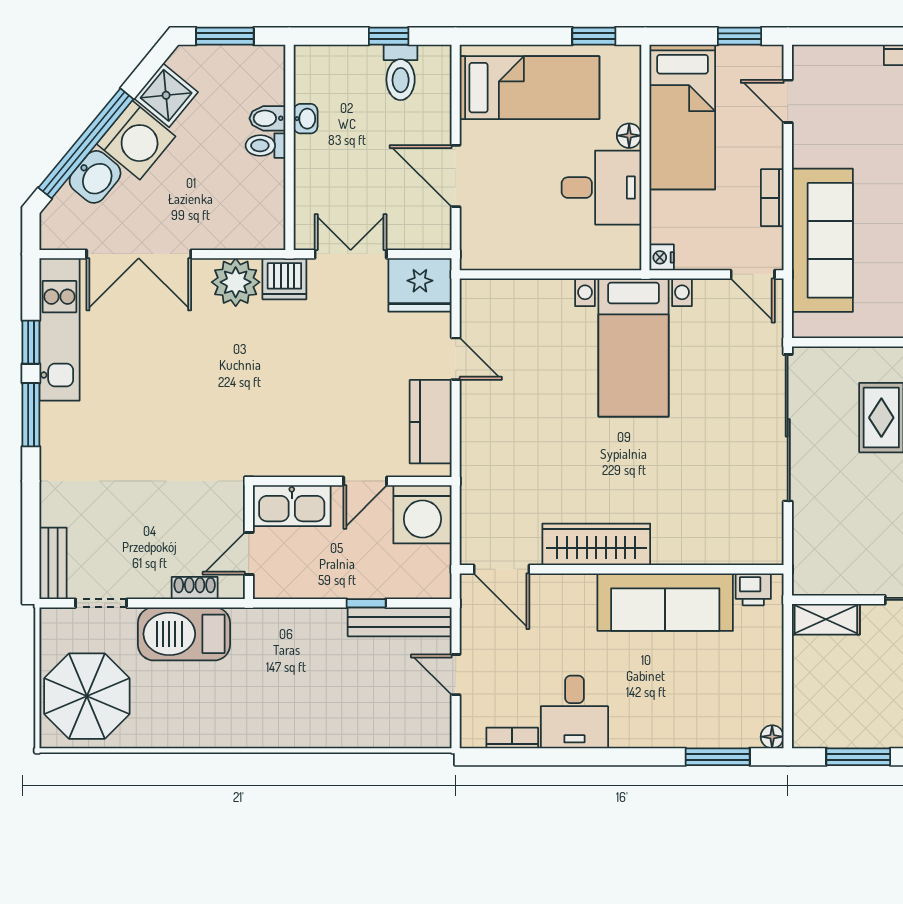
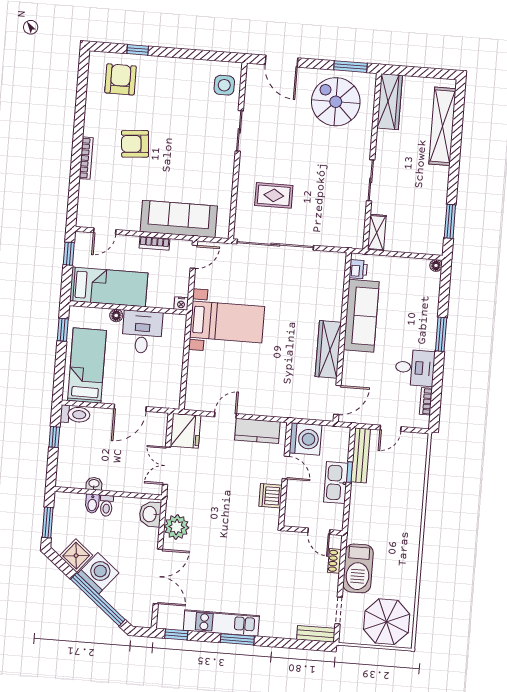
toilet: (401, 72) -> (75, 414), moved
washbasin: (95, 177) -> (150, 514), moved, turned -129
dishwasher: (284, 279) -> (271, 496), moved, turned 180
kitchen unit: (59, 329) -> (221, 623), moved
window: (31, 342) -> (176, 635), moved
kitchen sink: (292, 506) -> (336, 483), moved, turned 180
window: (718, 757) -> (441, 334), moved

